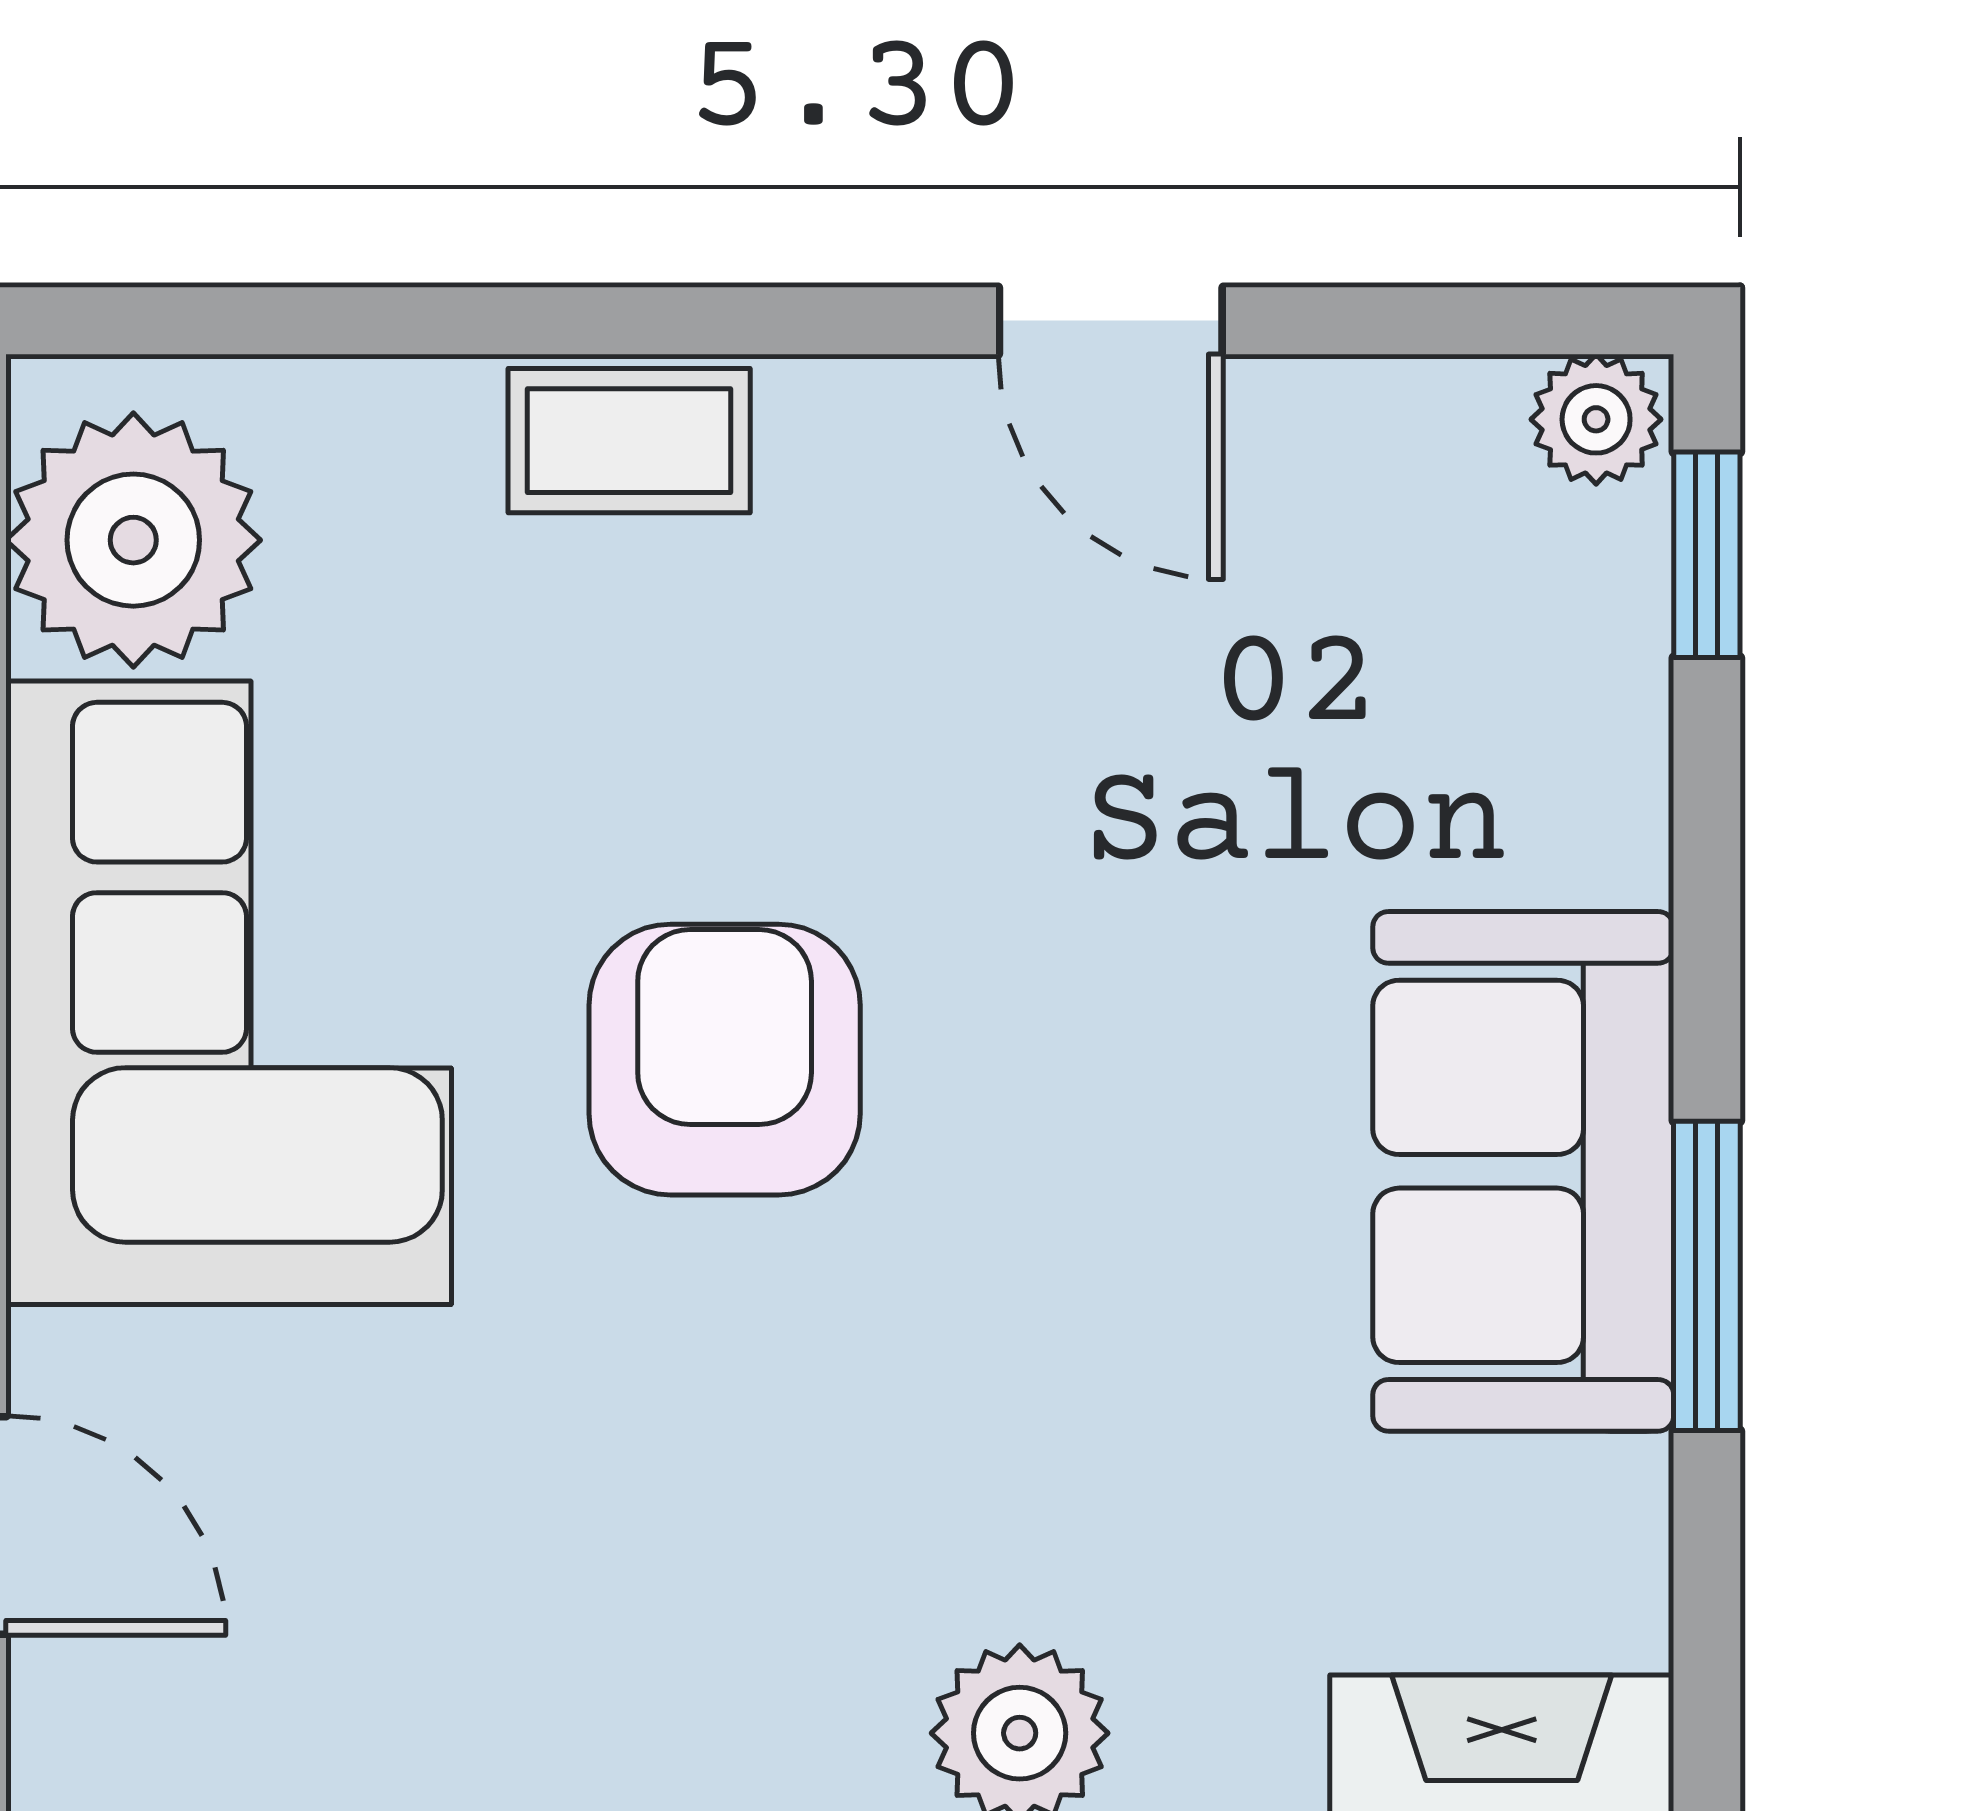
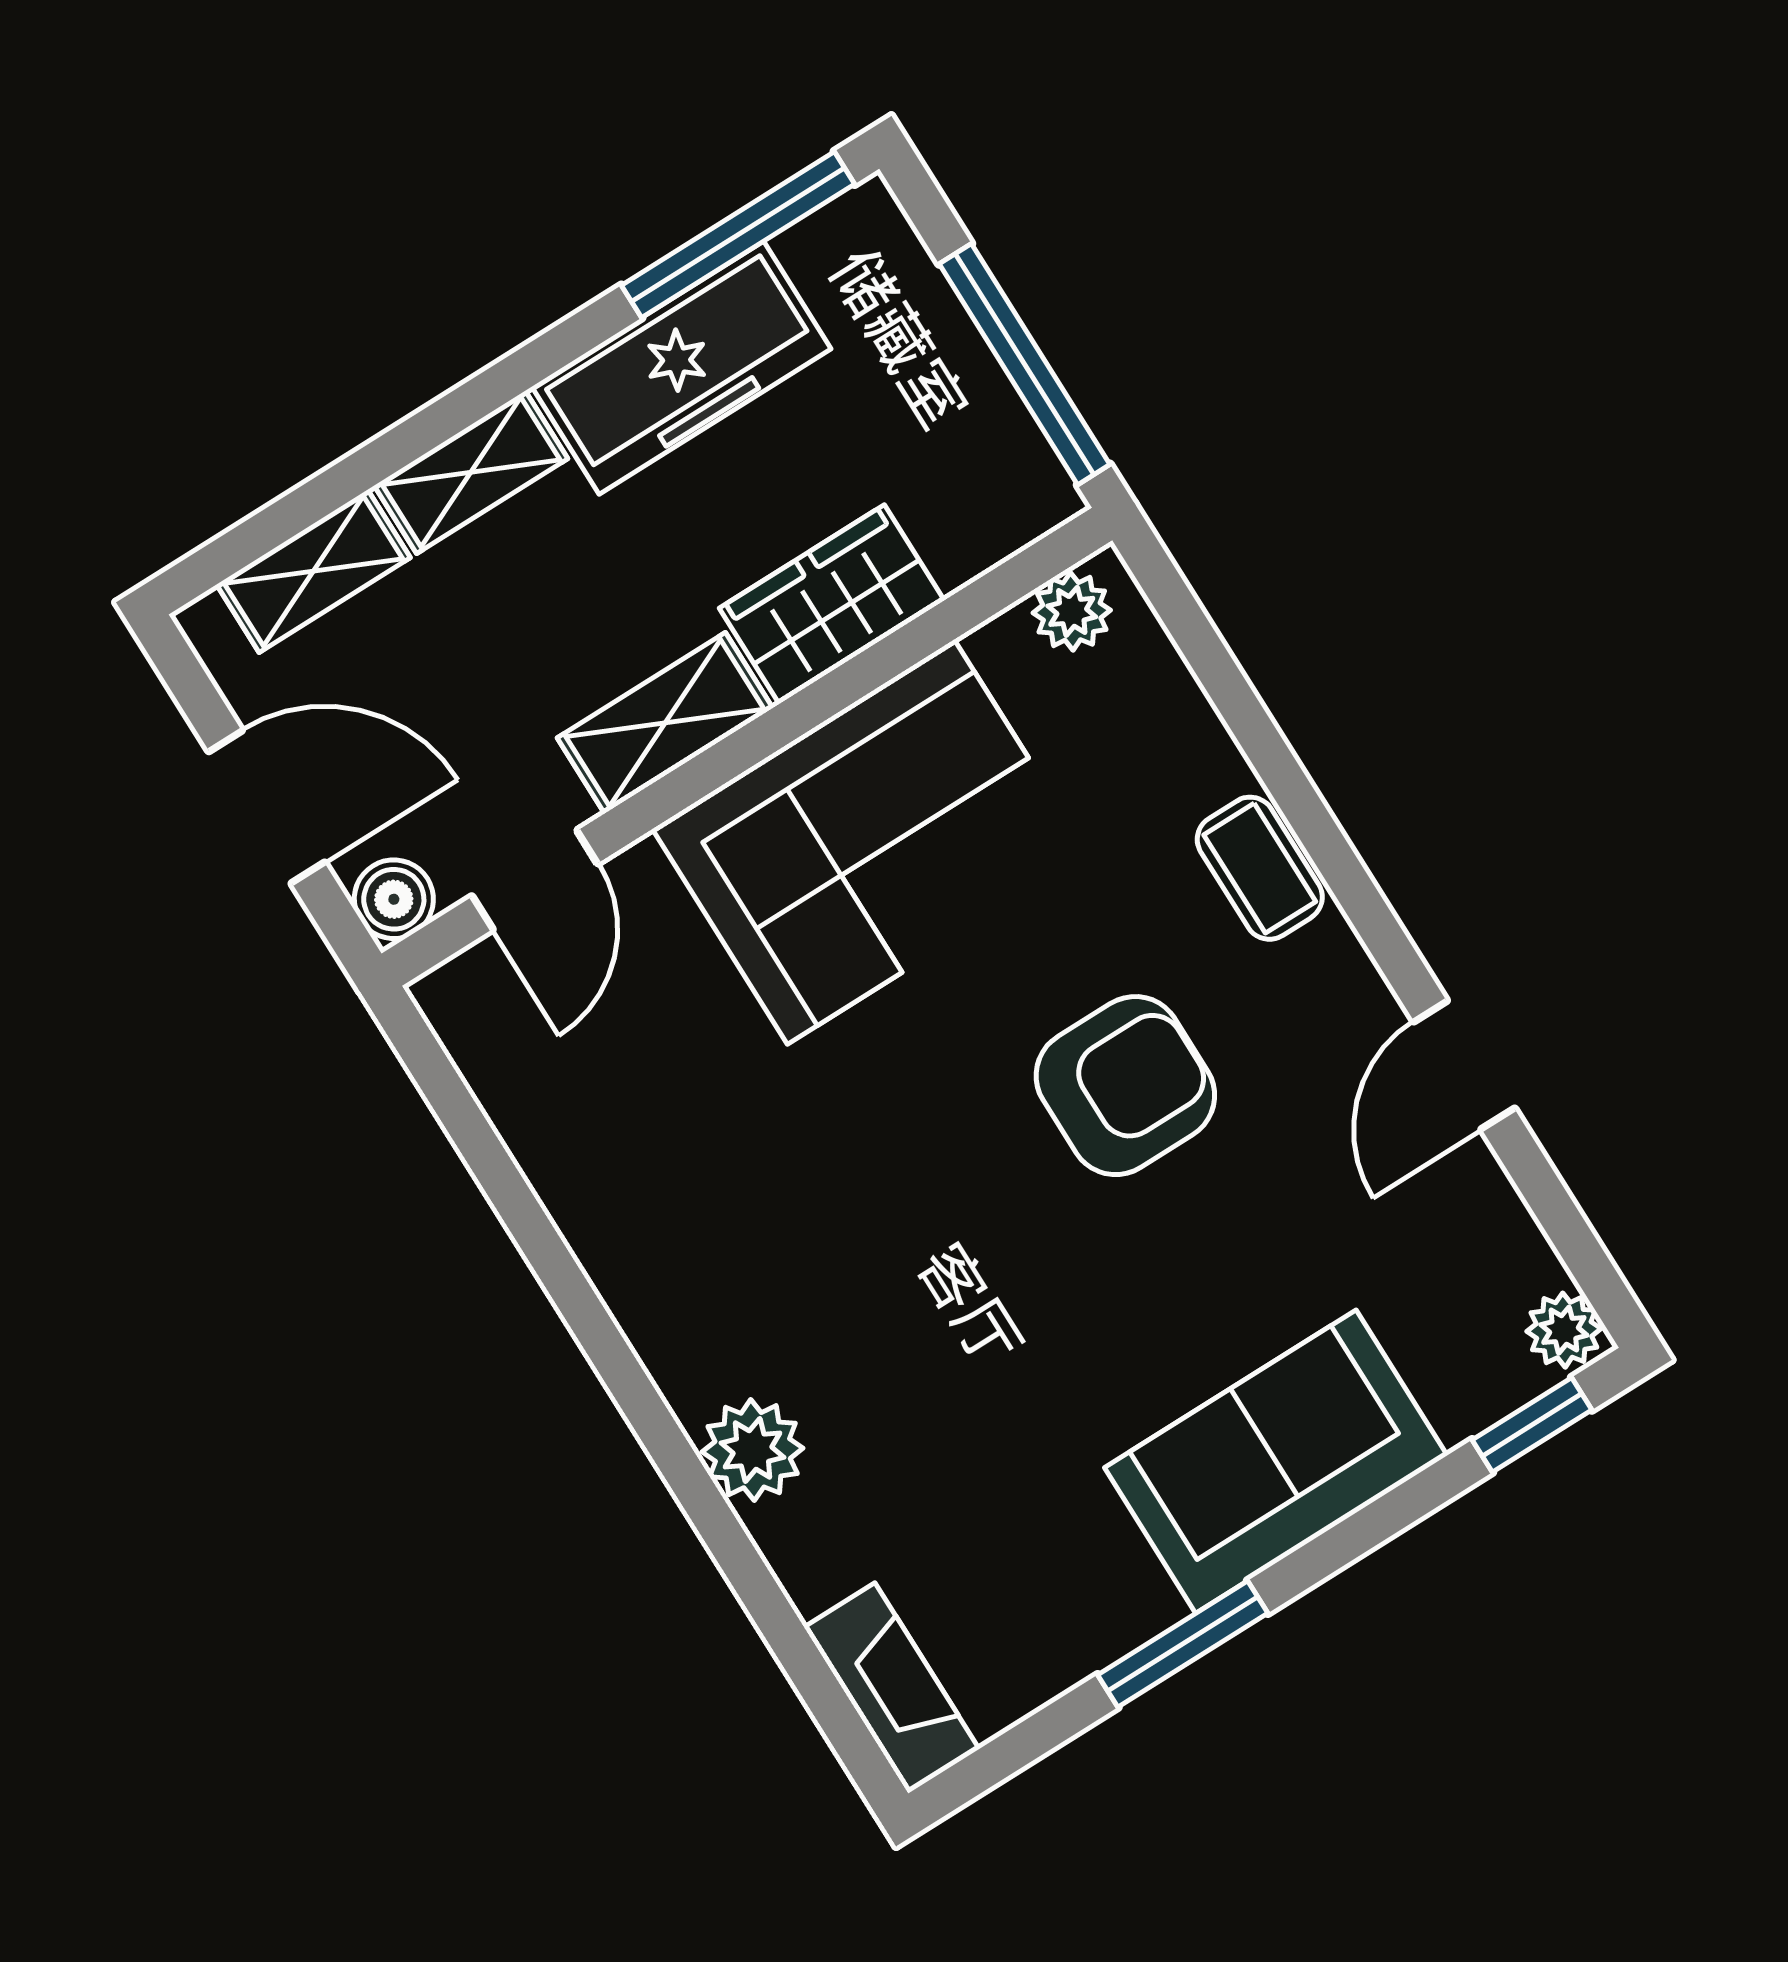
plant: (133, 540) -> (1072, 611), width x0.53, depth x0.53
armchair: (725, 1060) -> (1125, 1086), moved
sofa: (1523, 1171) -> (1276, 1462), moved

